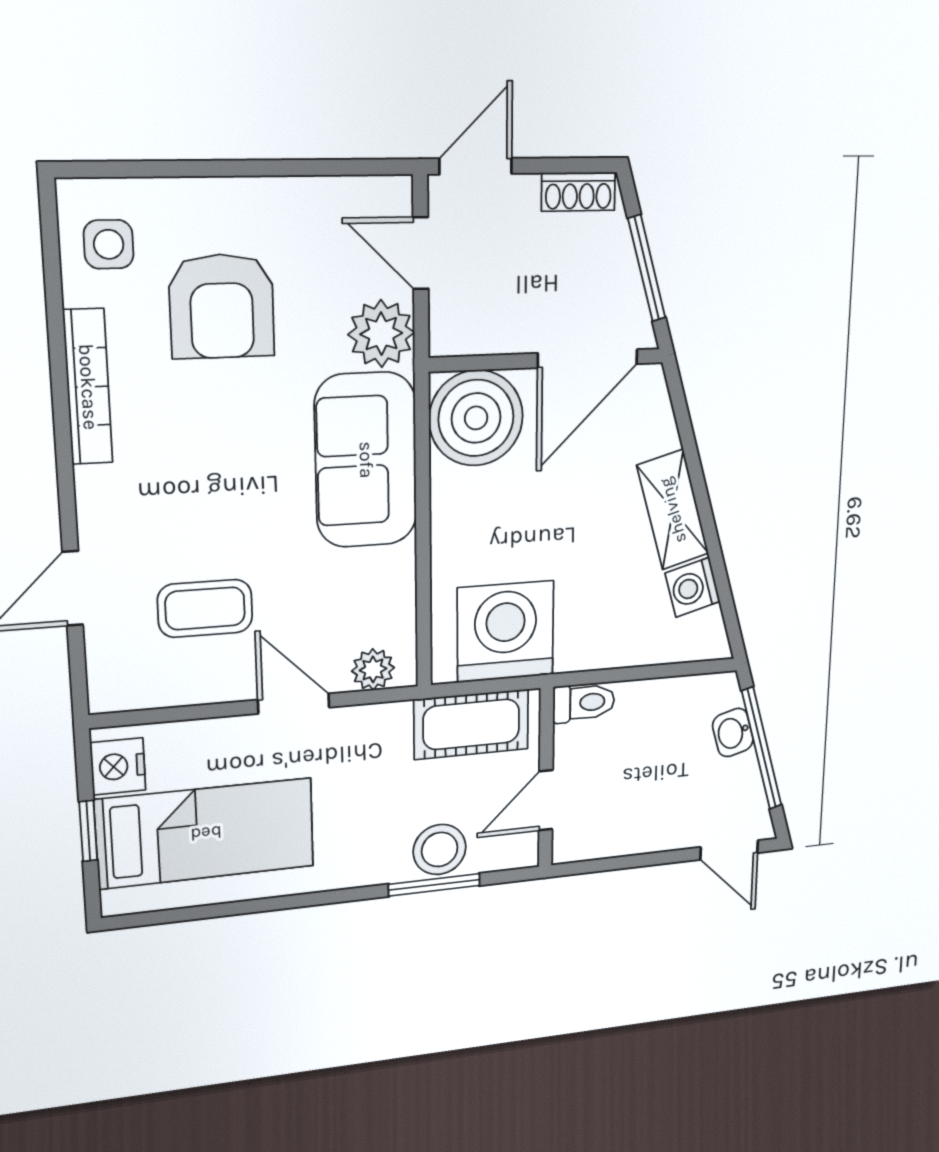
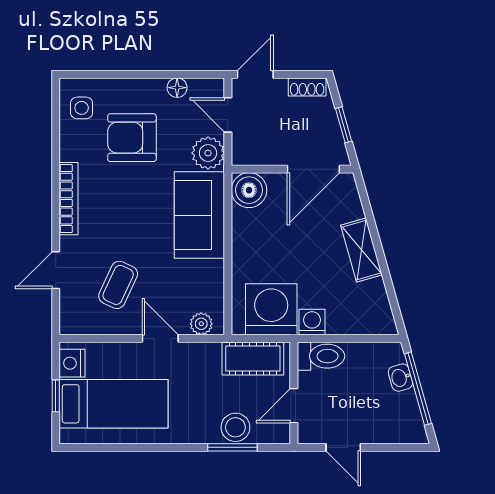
floor lamp: (314, 197) -> (177, 88), added
window: (647, 268) -> (344, 125), width x0.67
armchair: (222, 306) -> (132, 138), turned 90
bookcase: (88, 387) -> (69, 199), moved
boiler: (476, 418) -> (249, 190), width x0.73, depth x0.73
washing machine: (693, 587) -> (312, 322), moved, turned 106
coffee table: (205, 608) -> (118, 285), turned -65
toilet: (584, 703) -> (321, 356), width x1.37, depth x1.39
door: (729, 850) -> (343, 447), moved

